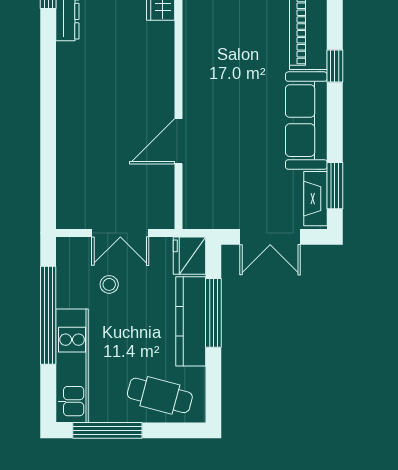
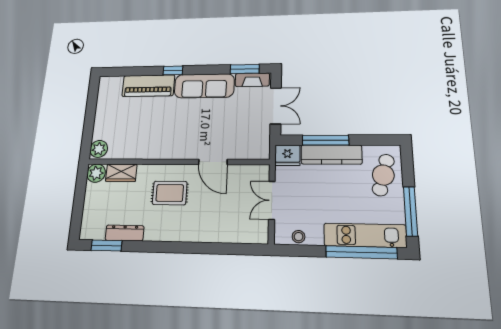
rug: (129, 77) -> (170, 193), added
double door: (120, 233) -> (272, 200), swing flipped
stool: (109, 284) -> (299, 237), moved
window: (48, 315) -> (361, 252), moved

